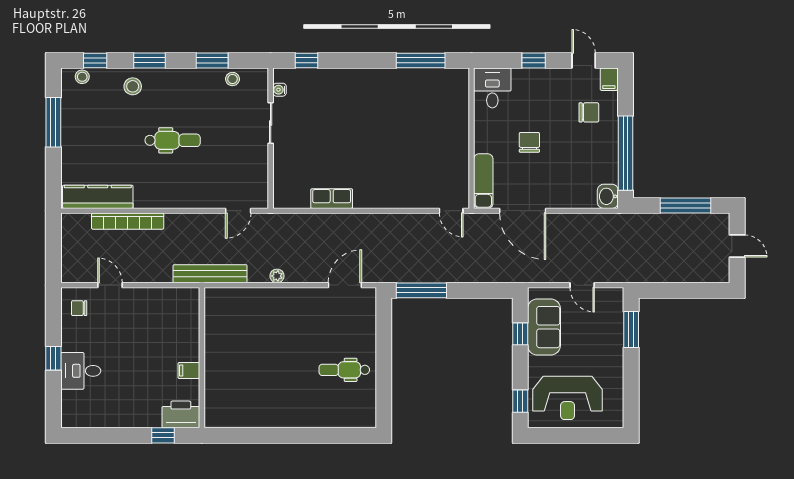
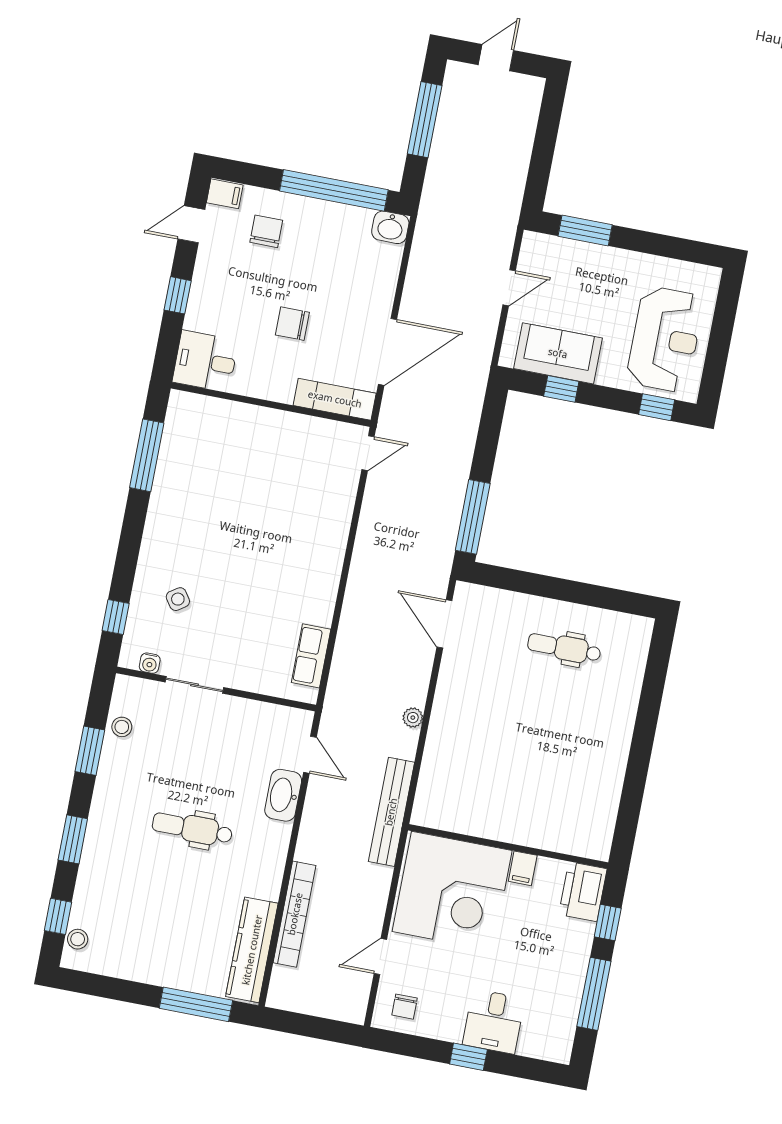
stool: (133, 86) -> (105, 870), removed
side table: (327, 100) -> (178, 599), added
window: (53, 122) -> (196, 1004), moved
dental chair: (173, 140) -> (192, 828), turned -90
washbasin: (207, 198) -> (283, 795), added
row of seats: (332, 199) -> (311, 656), moved
corner desk: (164, 325) -> (452, 891), added
dental chair: (344, 370) -> (564, 648), turned 90
window: (113, 435) -> (594, 994), added

